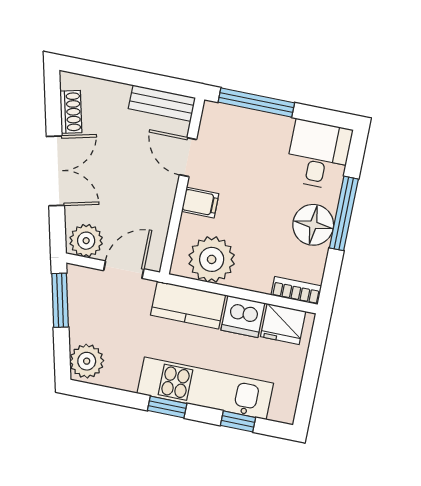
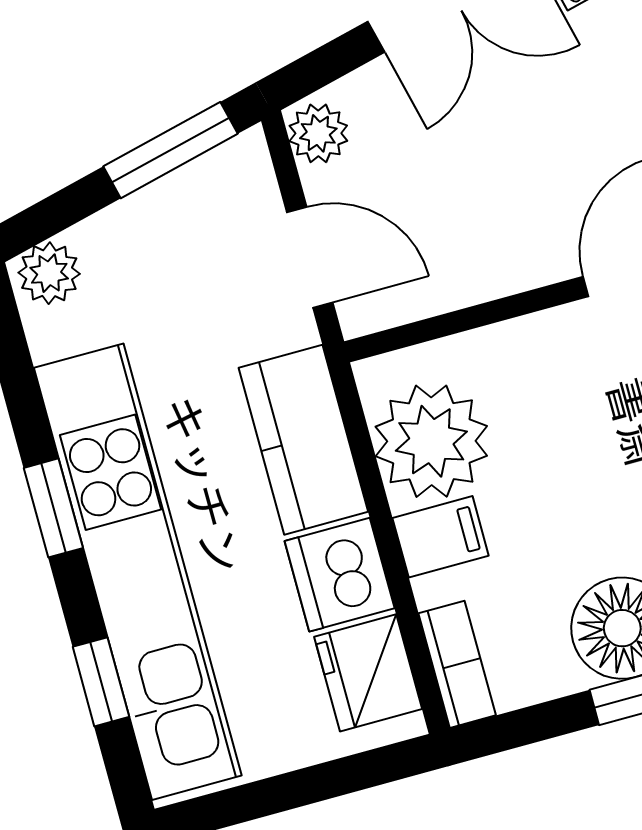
filing cabinet: (200, 203) -> (441, 537), moved, turned -90
plant: (86, 241) -> (318, 133), width x0.73, depth x0.73
plant: (87, 361) -> (49, 273), width x0.73, depth x0.73
kitchen unit: (205, 388) -> (138, 572), width x1.36

